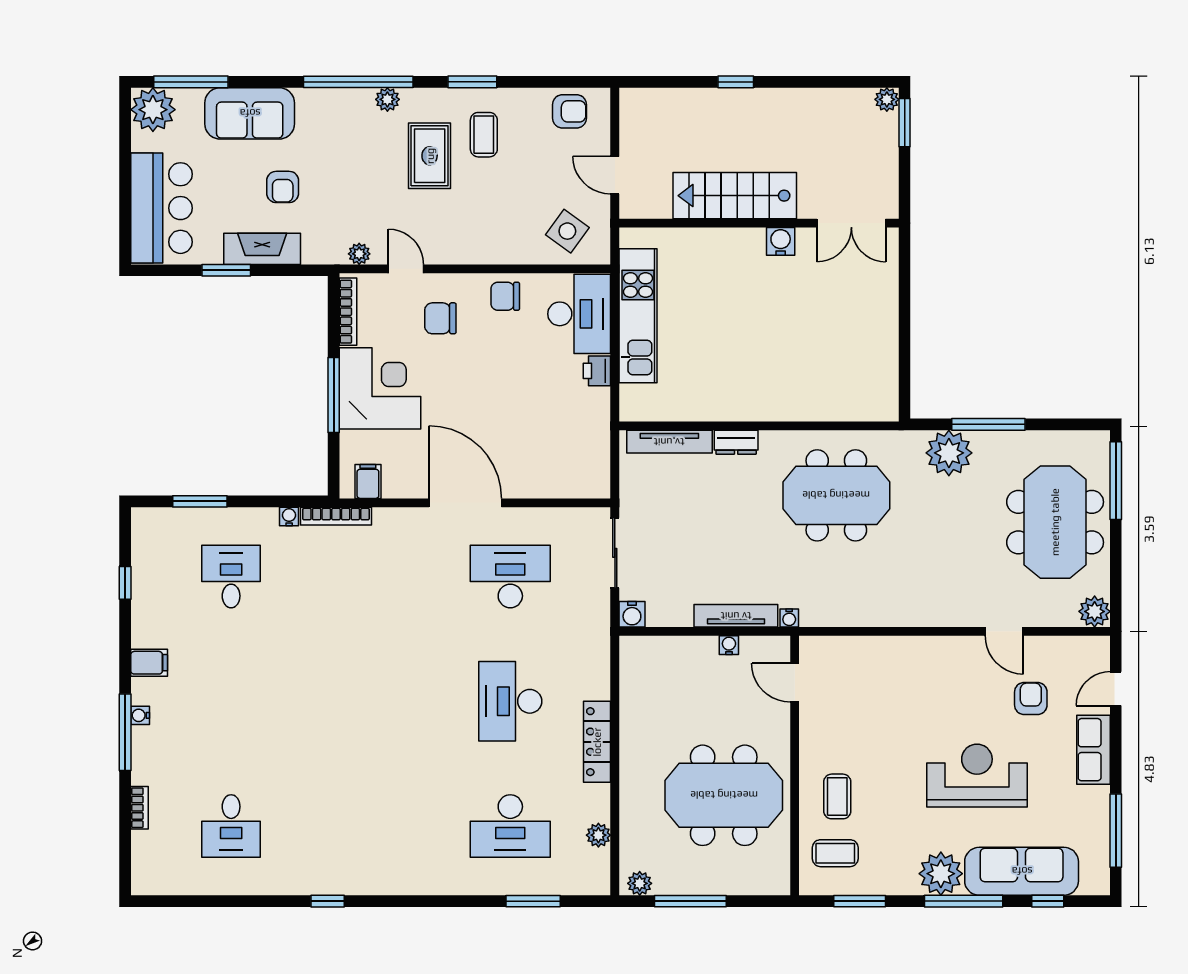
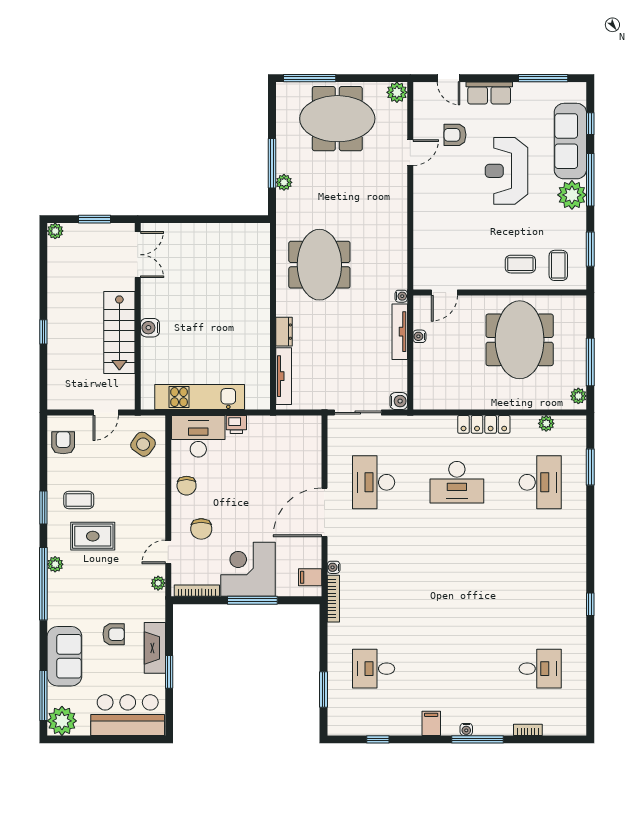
window: (905, 123) -> (95, 219), moved
water cooler: (781, 241) -> (150, 328), moved
plant: (949, 453) -> (284, 182), width x0.53, depth x0.53
water cooler: (289, 517) -> (334, 567), moved

